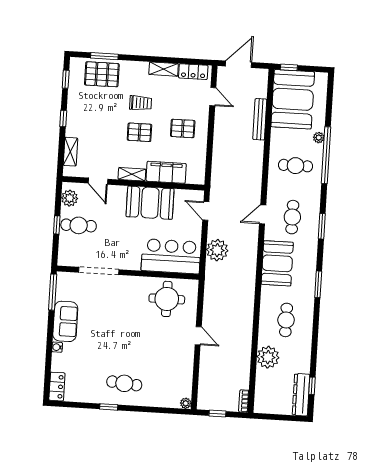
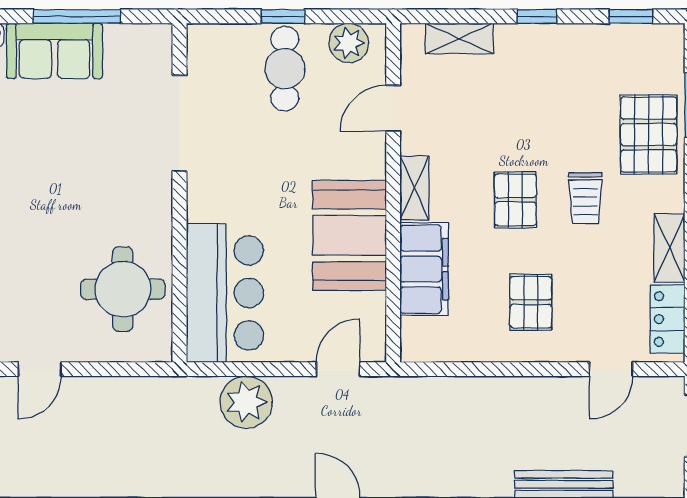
pallet: (102, 74) -> (649, 135), moved
window: (53, 292) -> (77, 16), moved

